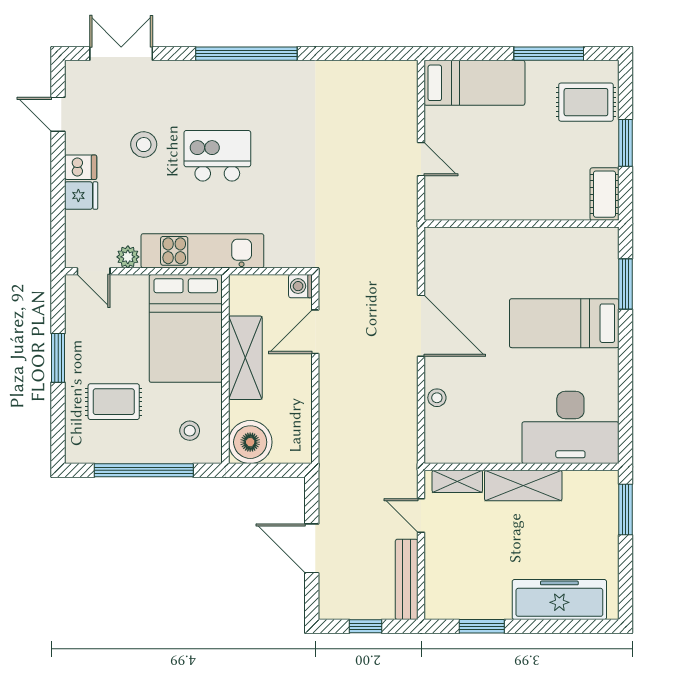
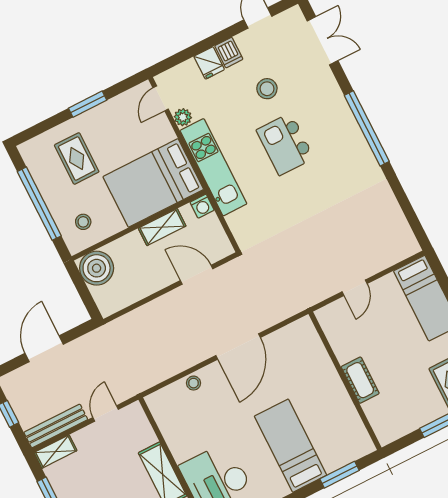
kitchen island: (217, 156) -> (285, 144), turned 180
cot: (604, 194) -> (360, 380), moved, turned 90
washing machine: (300, 286) -> (202, 206), moved, turned 180
shelving: (245, 358) -> (162, 227), width x0.67, depth x0.75
shelving: (457, 481) -> (55, 452), moved, turned 90

